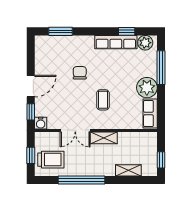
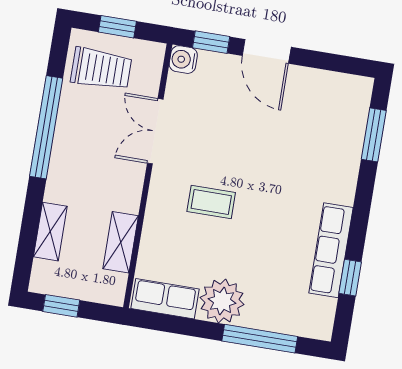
plant: (145, 43) -> (319, 314), removed
chair: (80, 73) -> (278, 162), removed
shelving: (104, 138) -> (121, 242), moved
trolley: (51, 160) -> (101, 69), turned -90

